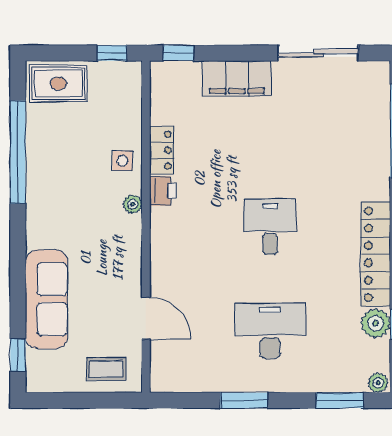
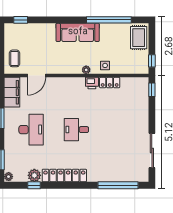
filing cabinet: (237, 78) -> (12, 92), moved, turned 180
desk: (270, 227) -> (76, 130), turned 180
sofa: (47, 299) -> (78, 32), moved

